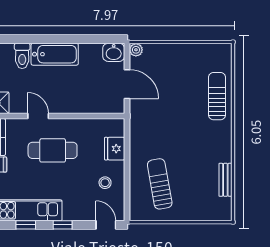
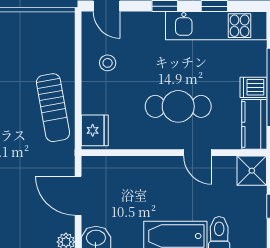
fridge: (115, 149) -> (95, 130), moved
sun lounger: (160, 184) -> (53, 108), moved

